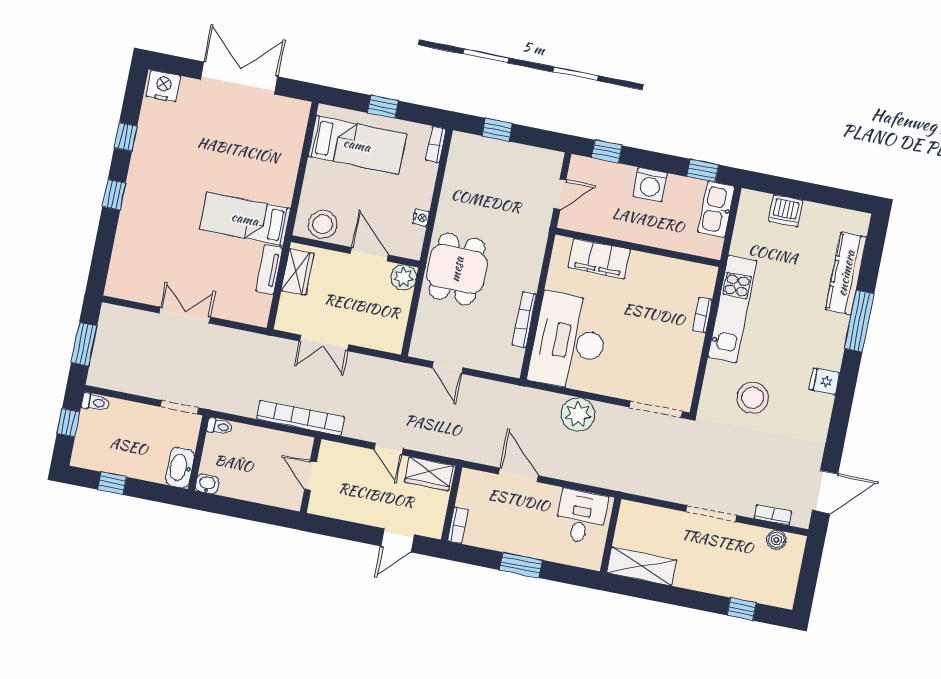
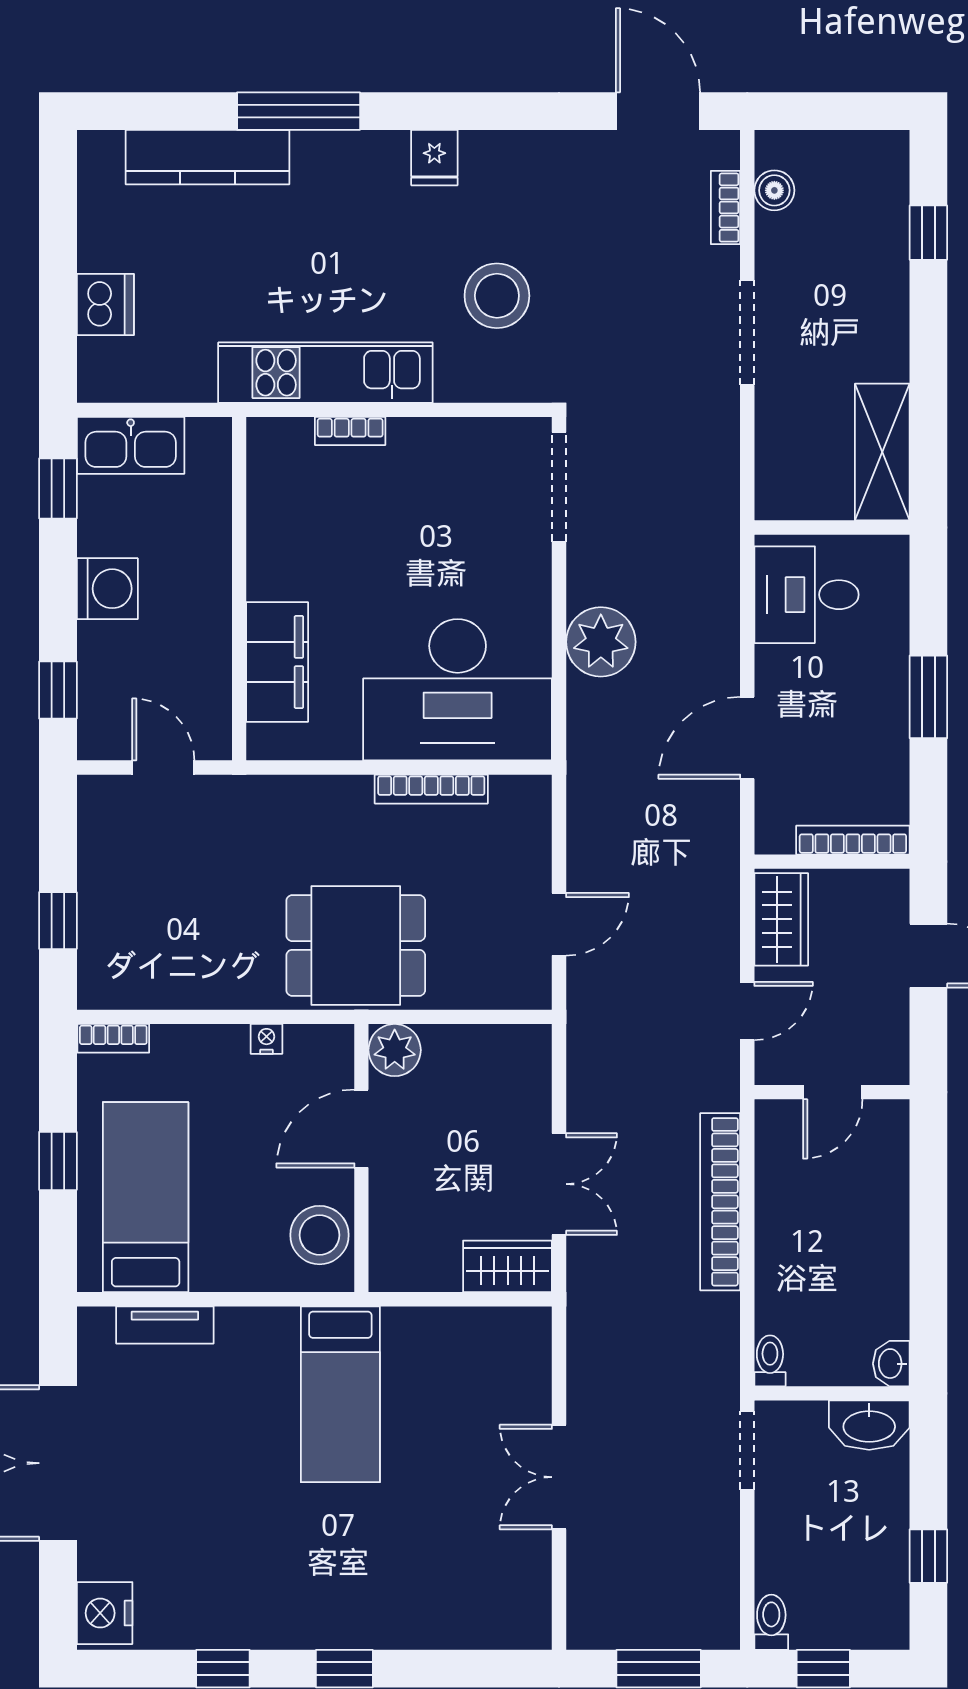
tv unit: (269, 269) -> (165, 1325), moved
wardrobe: (298, 272) -> (508, 1266), moved
wall: (311, 475) -> (832, 1092), moved
door: (310, 476) -> (833, 1092), moved
bookcase: (458, 525) -> (853, 840), width x1.56

